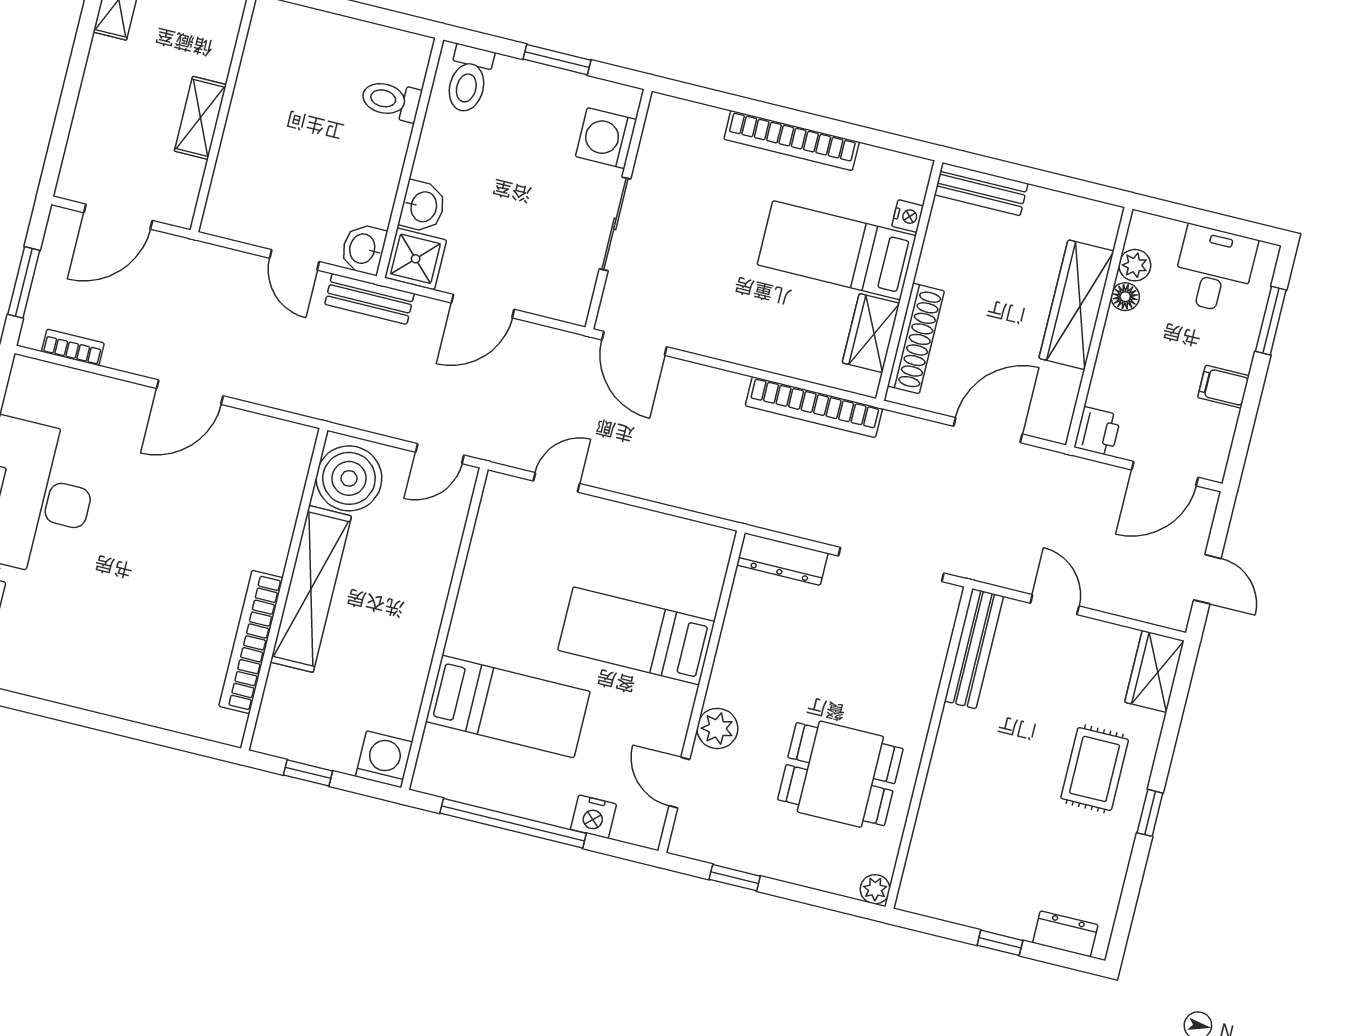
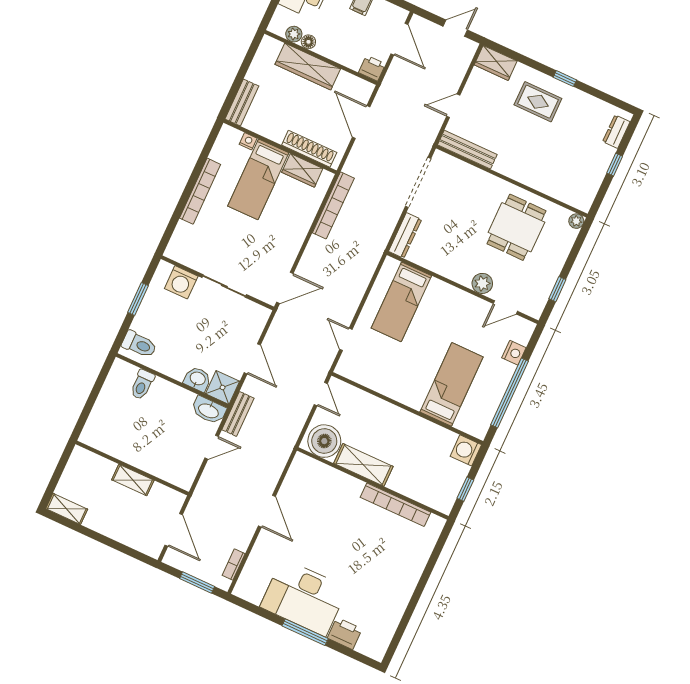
washbasin: (363, 249) -> (209, 410), width x1.38
shelving: (311, 589) -> (363, 465), width x0.68
bed: (636, 636) -> (401, 302), moved

